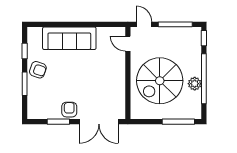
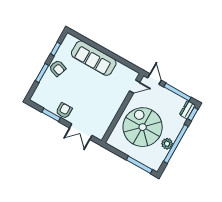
dresser: (196, 37) -> (187, 110), added
door: (128, 44) -> (135, 87), swing flipped
spiral stairs: (160, 81) -> (143, 127), turned 90
double door: (99, 122) -> (81, 132), width x0.73

